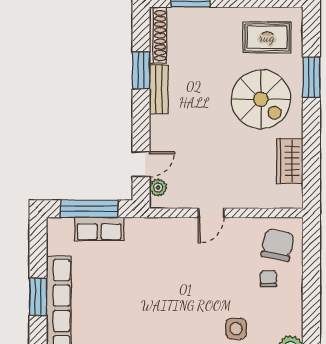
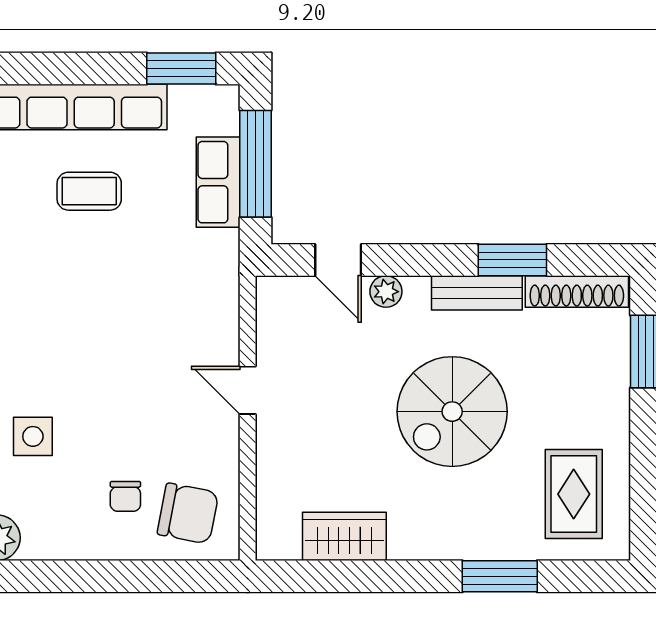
spiral stairs: (261, 99) -> (452, 412), moved
plant: (158, 188) -> (386, 292), moved
chair: (268, 279) -> (125, 496), turned 90
window: (38, 297) -> (181, 69), moved
coffee table: (104, 298) -> (89, 191), added

